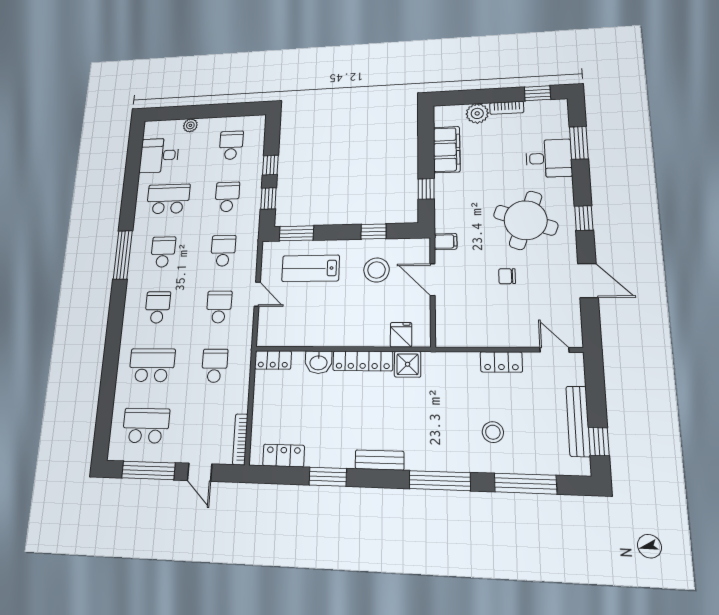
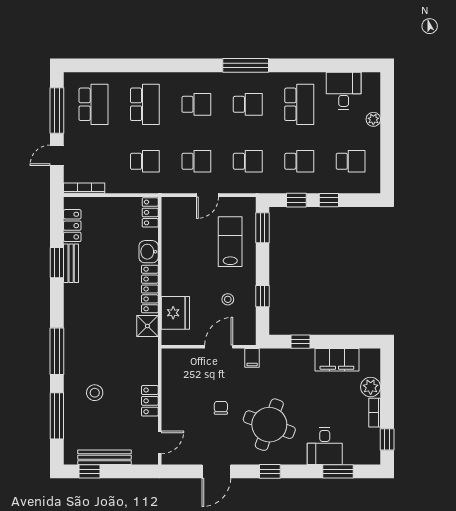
stool: (377, 270) -> (228, 299), width x0.53, depth x0.53
fridge: (401, 335) -> (175, 313), width x1.88, depth x1.34
bench: (380, 460) -> (71, 263), moved

